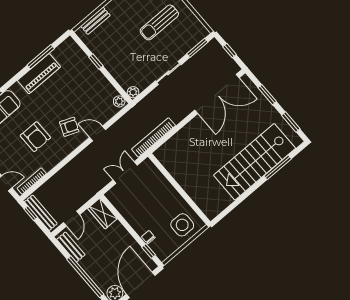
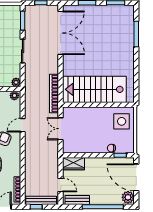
stairs: (255, 162) -> (94, 89), moved, turned 90

